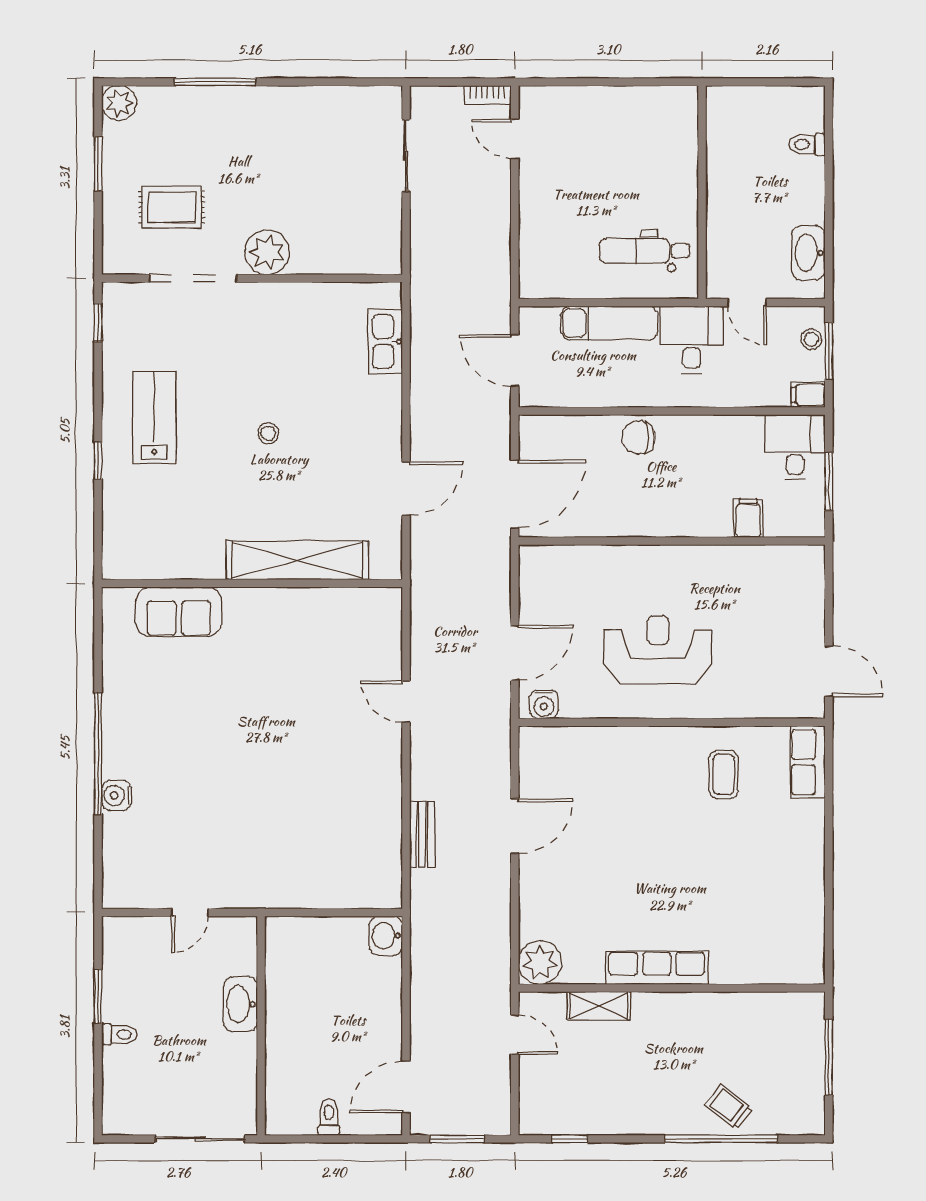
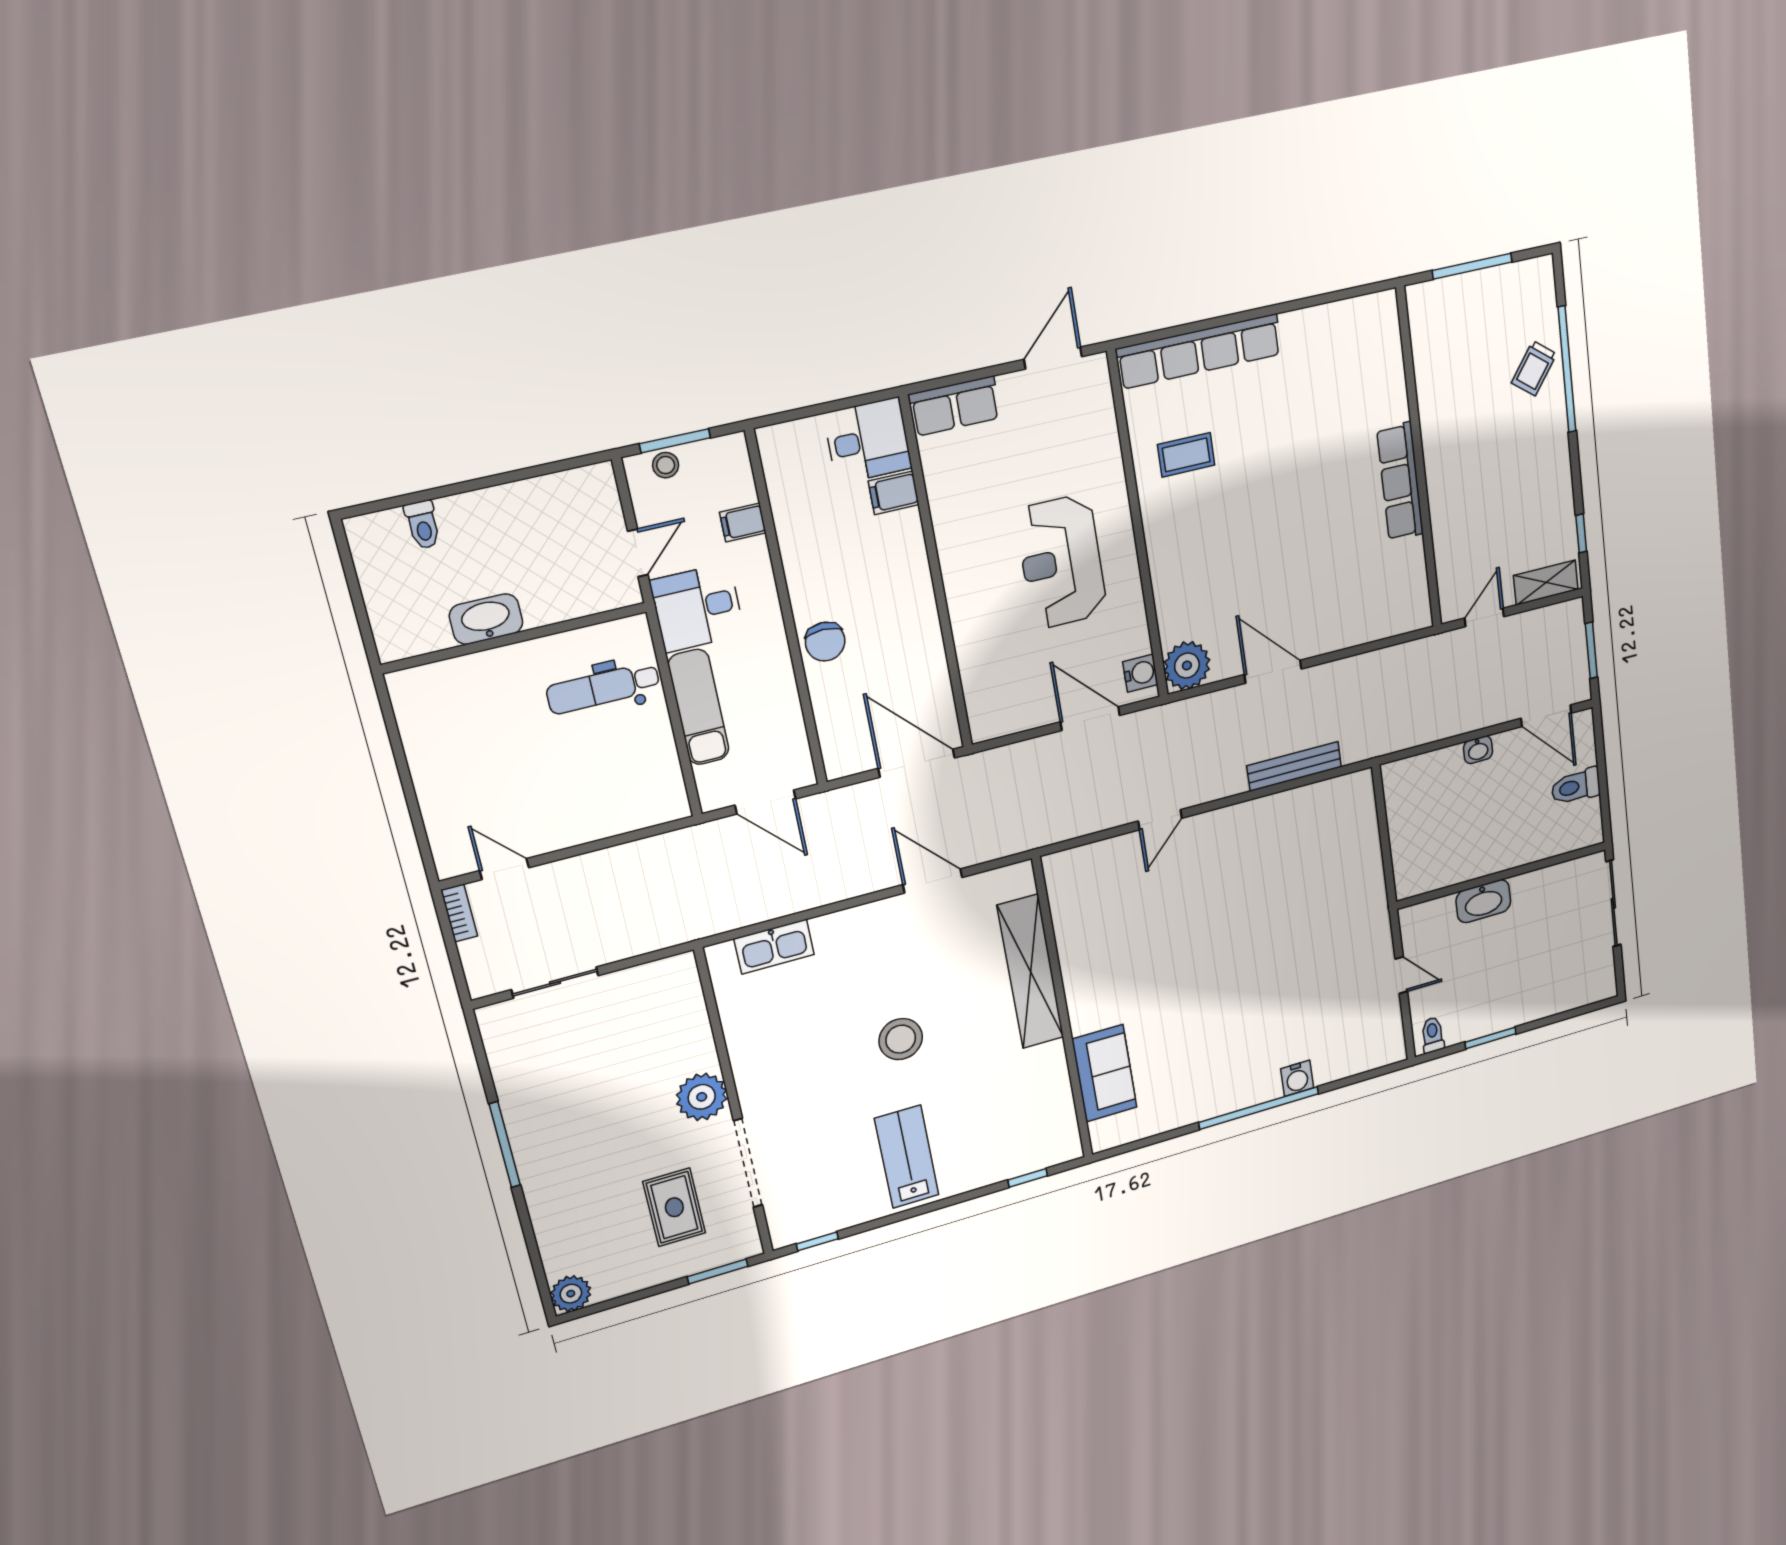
window: (215, 82) -> (505, 1145), moved
door: (515, 139) -> (504, 869), swing flipped
window: (98, 164) -> (718, 1271), moved
dental chair: (644, 251) -> (603, 688), turned 90
washbasin: (808, 253) -> (486, 619), moved, turned 180
door: (515, 360) -> (765, 802), hinge flipped
filing cabinet: (808, 395) -> (743, 523), moved, turned 90
lab bench: (154, 418) -> (907, 1157), turned 90
stool: (268, 433) -> (901, 1039), width x1.89, depth x1.89
desk: (795, 447) -> (868, 441), moved, turned 180
window: (98, 461) -> (1028, 1178), moved
window: (829, 481) -> (832, 406), removed
row of seats: (807, 582) -> (955, 406), added
row of seats: (808, 762) -> (1199, 351), width x2.02
bench: (422, 834) -> (1294, 766), width x1.36
washbasin: (386, 936) -> (1478, 750), moved, width x0.72, depth x0.69
plant: (540, 963) -> (1187, 665), moved
shelving: (599, 1006) -> (1546, 583), moved, turned 90
toilet: (119, 1034) -> (1433, 1035), moved
toilet: (329, 1117) -> (1576, 786), width x1.37, depth x1.39

